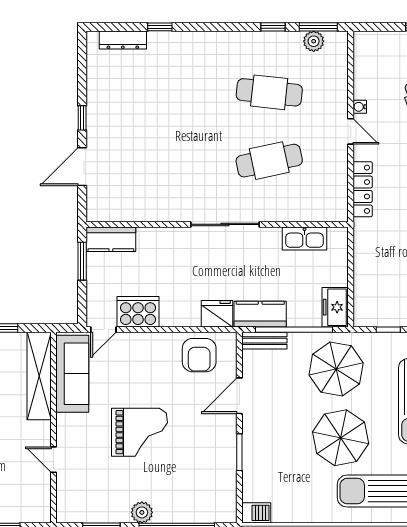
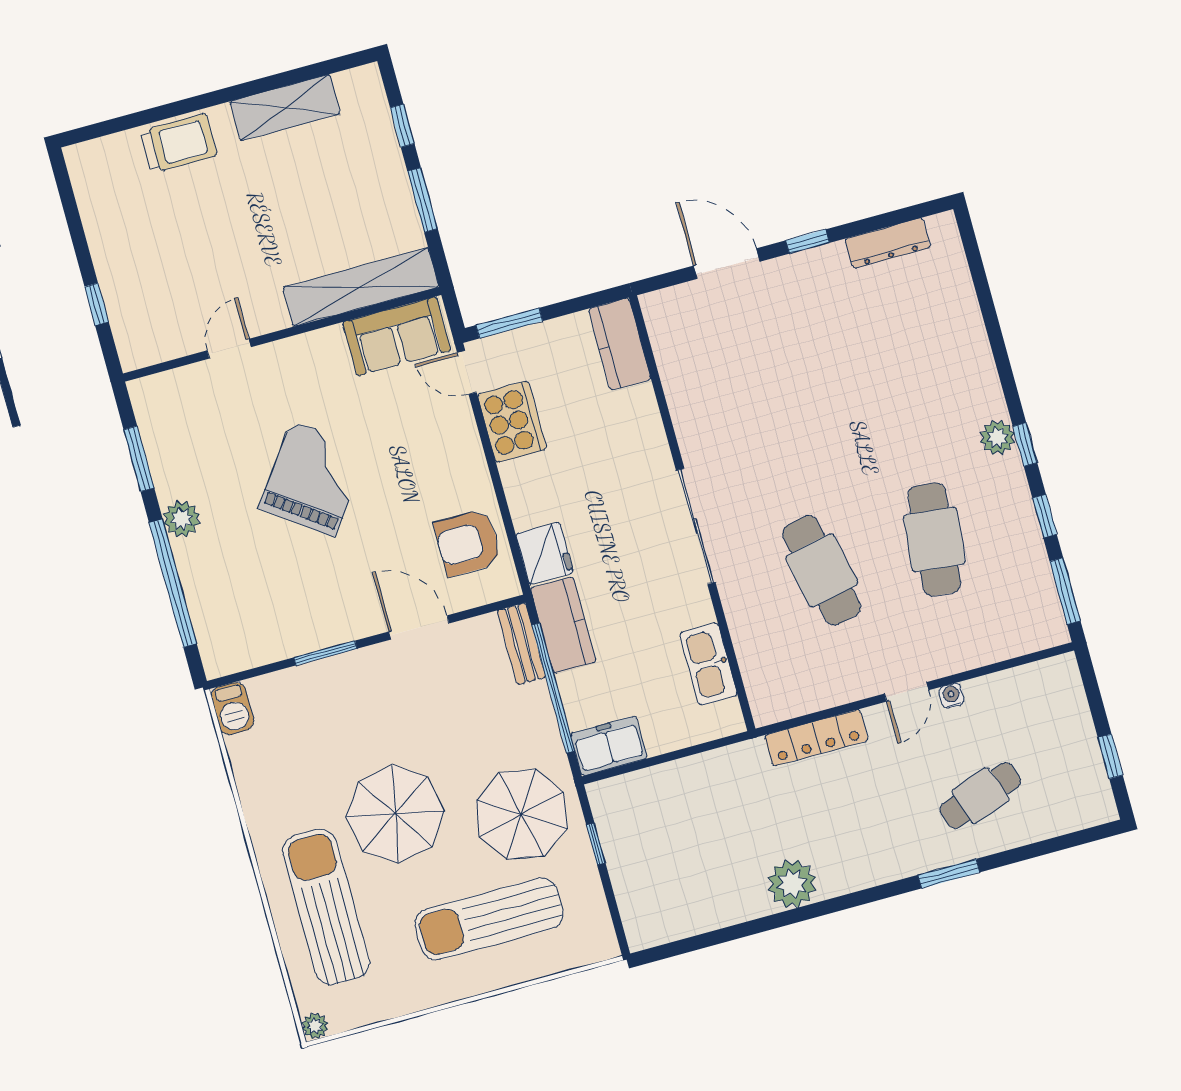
window: (160, 27) -> (1025, 444), moved
dresser: (123, 40) -> (888, 243), moved, turned -90
plant: (314, 41) -> (997, 438), moved
window: (82, 261) -> (509, 323), moved
parasol: (336, 369) -> (522, 814), moved
sofa: (72, 374) -> (397, 336), width x0.73
grand piano: (139, 432) -> (313, 479), turned -144

